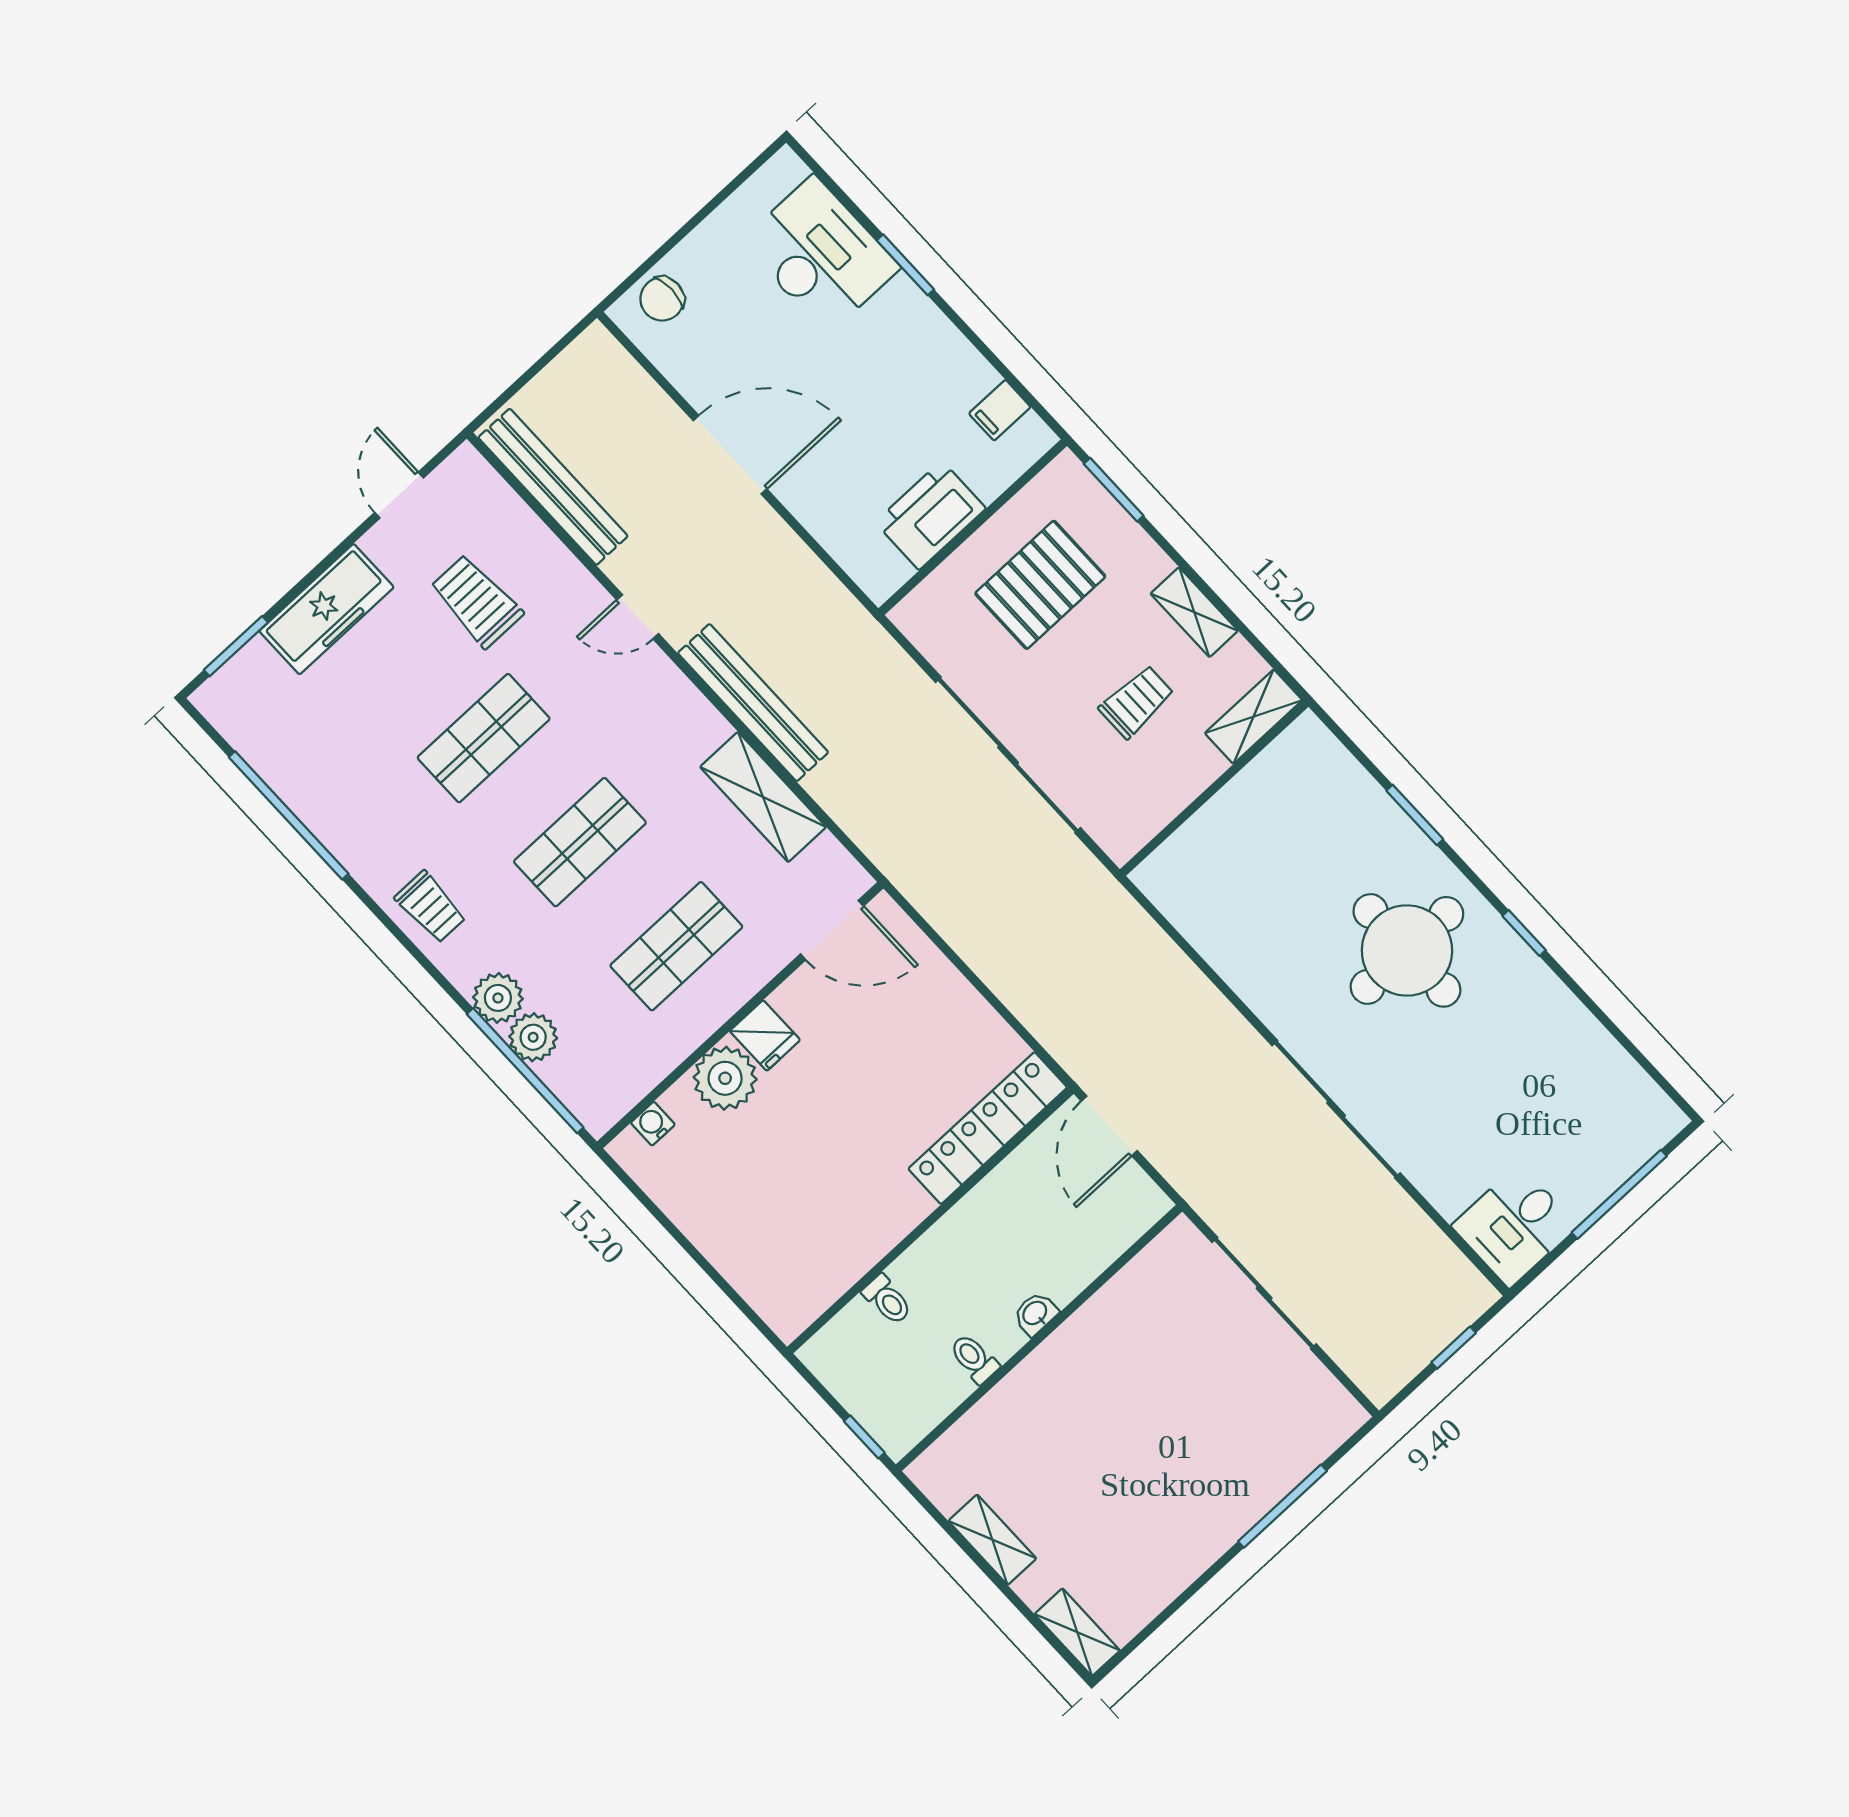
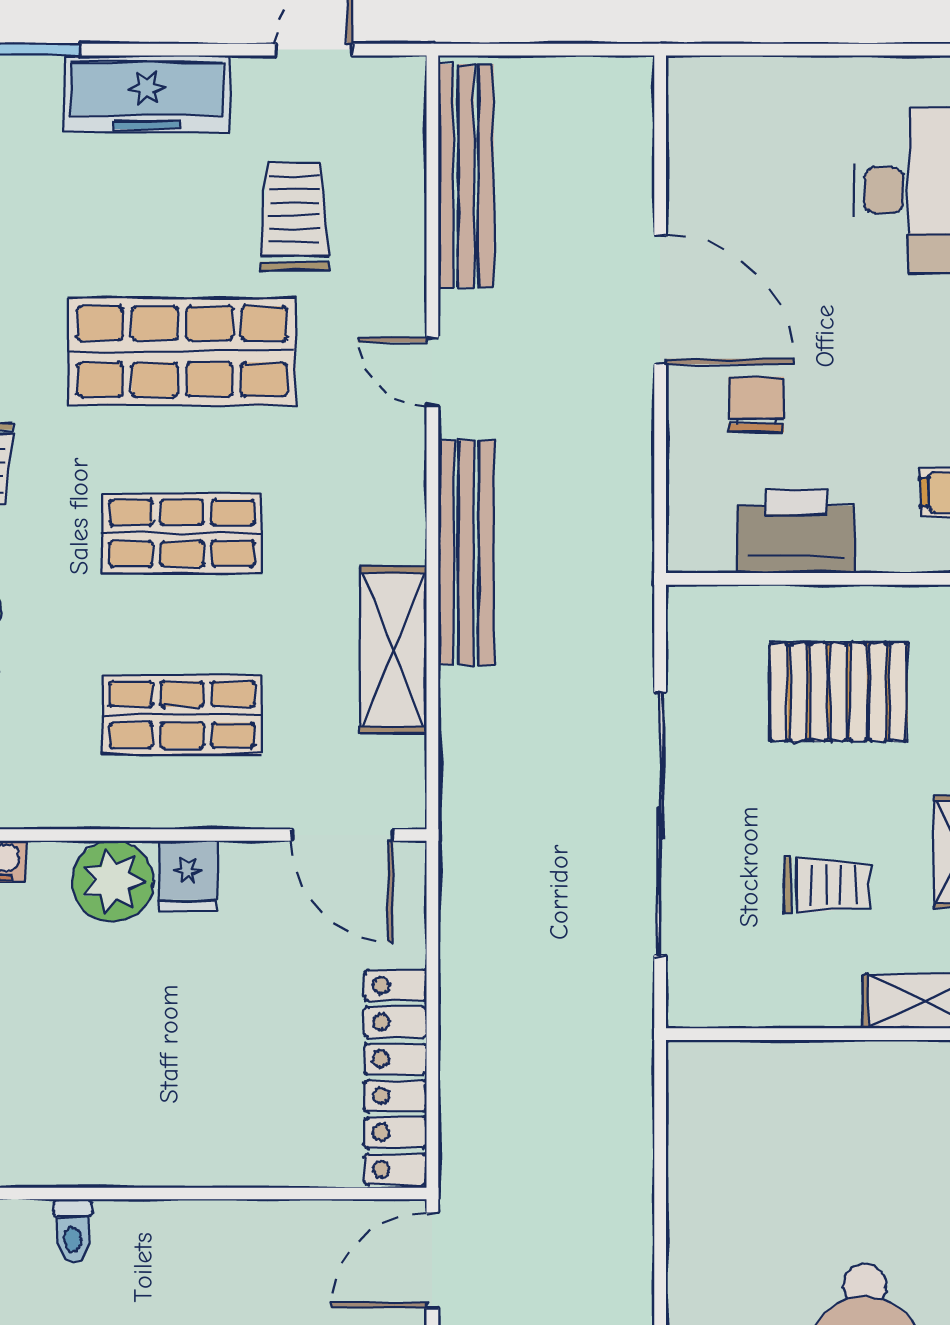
chair: (662, 299) -> (756, 405), moved, turned 90
shop shelf: (484, 738) -> (182, 352), width x1.43, depth x1.36
locker: (988, 1128) -> (396, 1077), moved, turned -90

